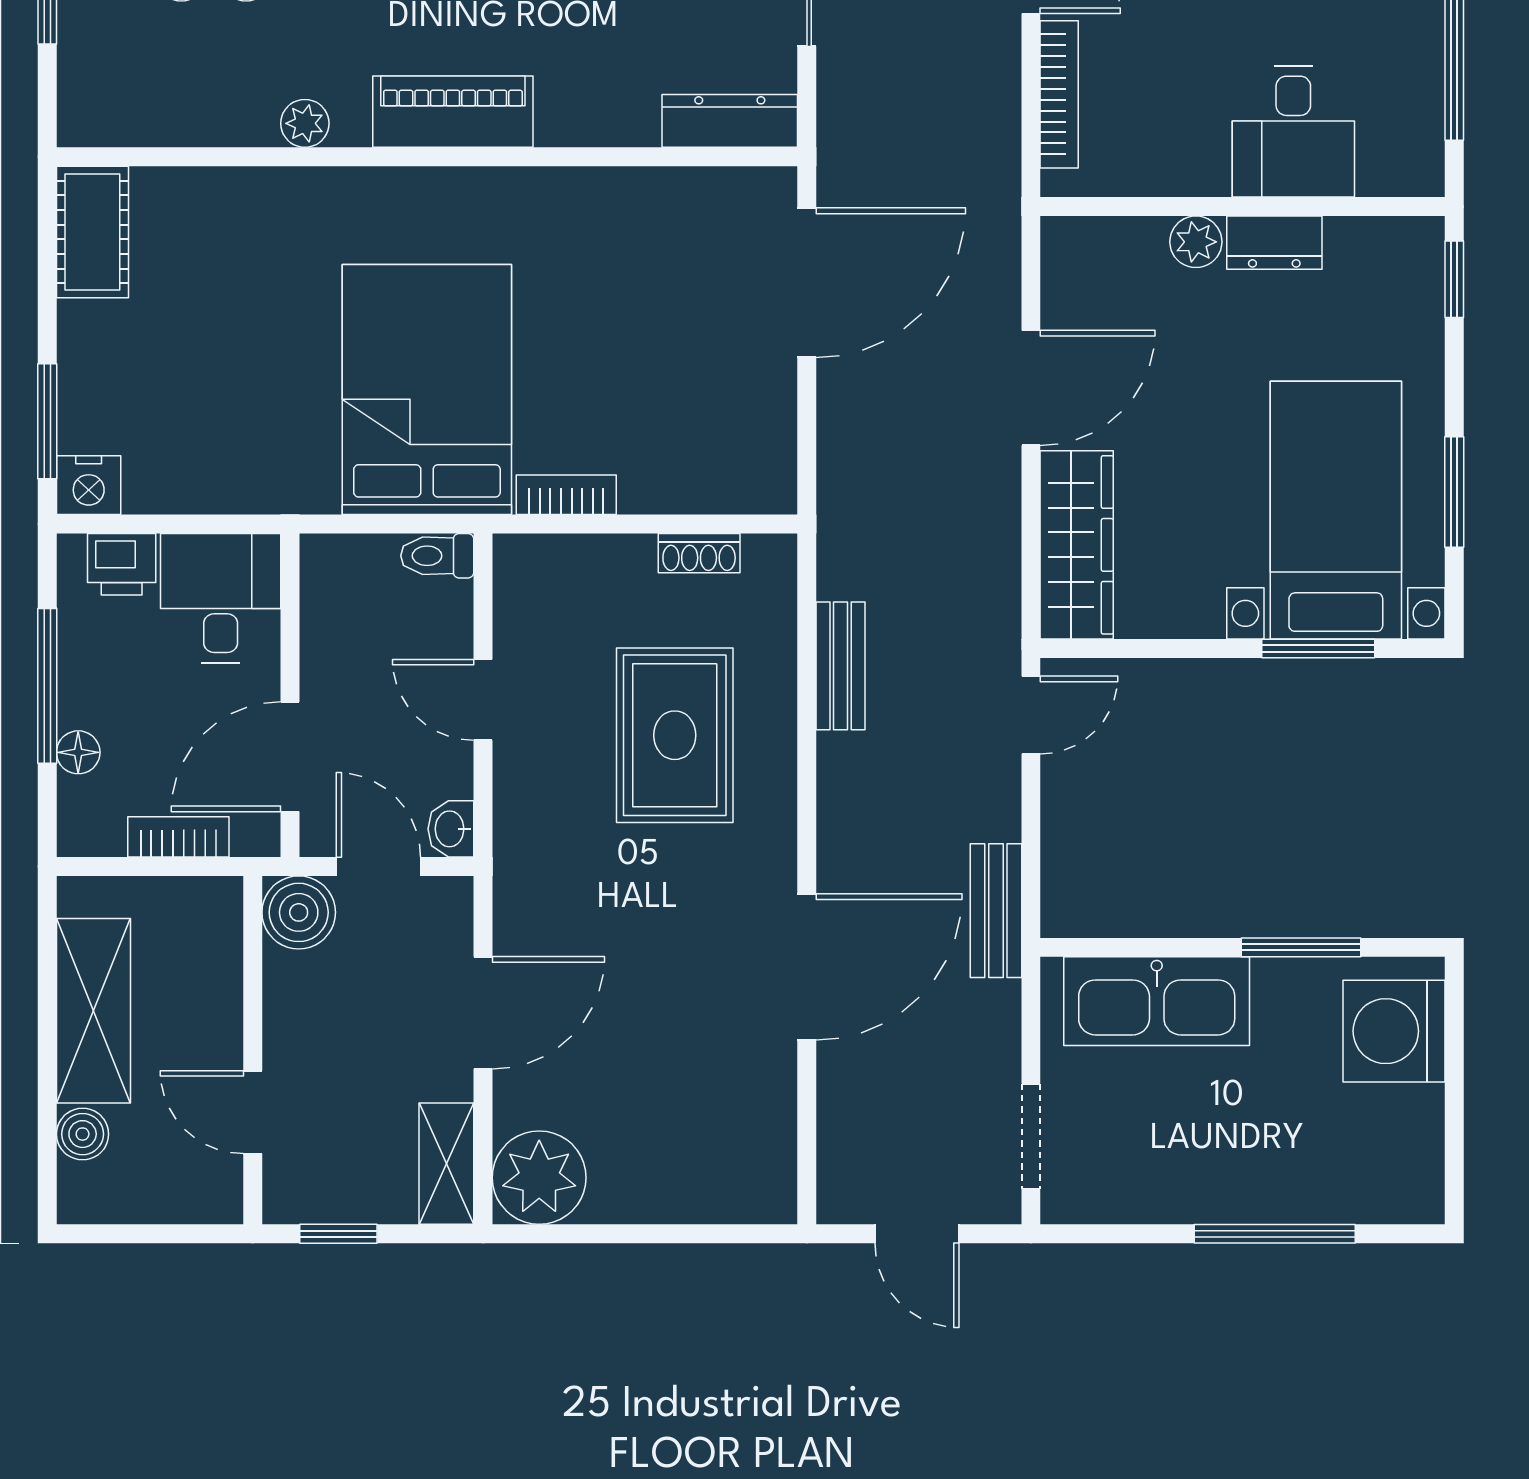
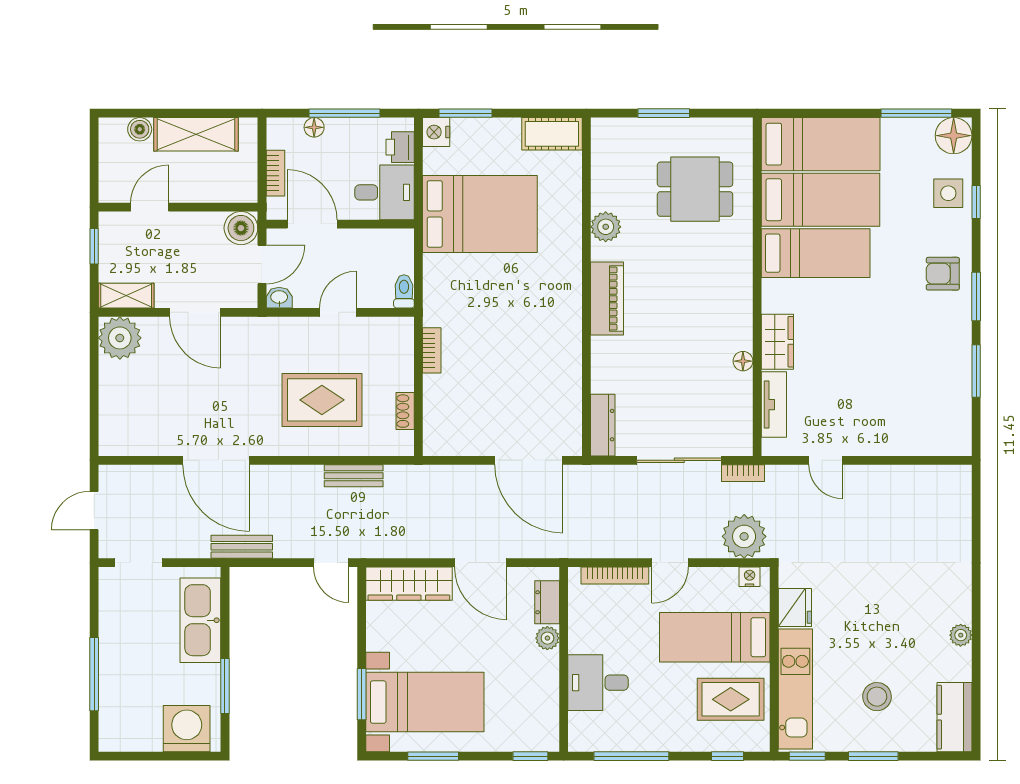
plant: (305, 123) -> (606, 227), width x1.38, depth x1.38
dresser: (1274, 243) -> (547, 602), moved
bed: (427, 389) -> (480, 214), moved

